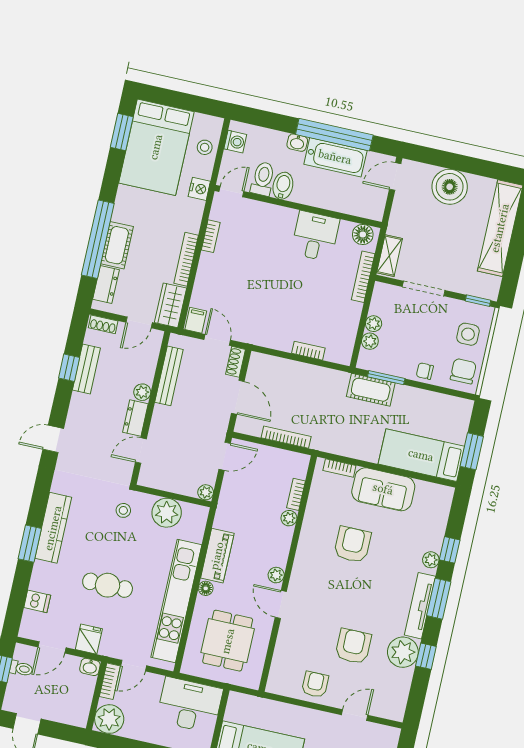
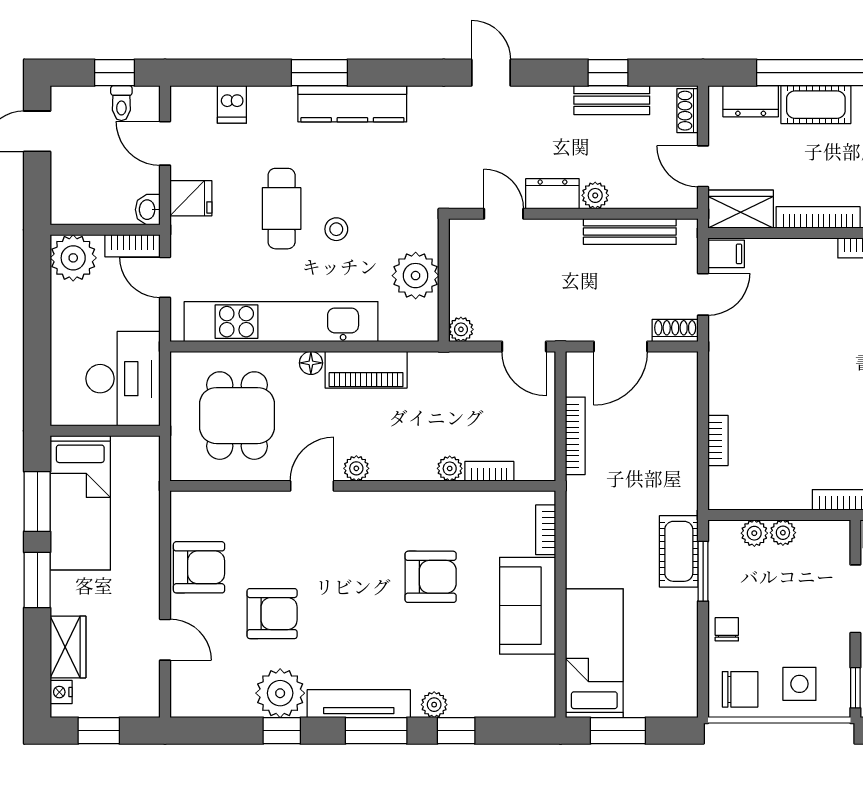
stool: (123, 510) -> (336, 229), moved
dining table: (228, 641) -> (237, 416), turned 90
armchair: (315, 685) -> (199, 567), width x1.38, depth x1.38

